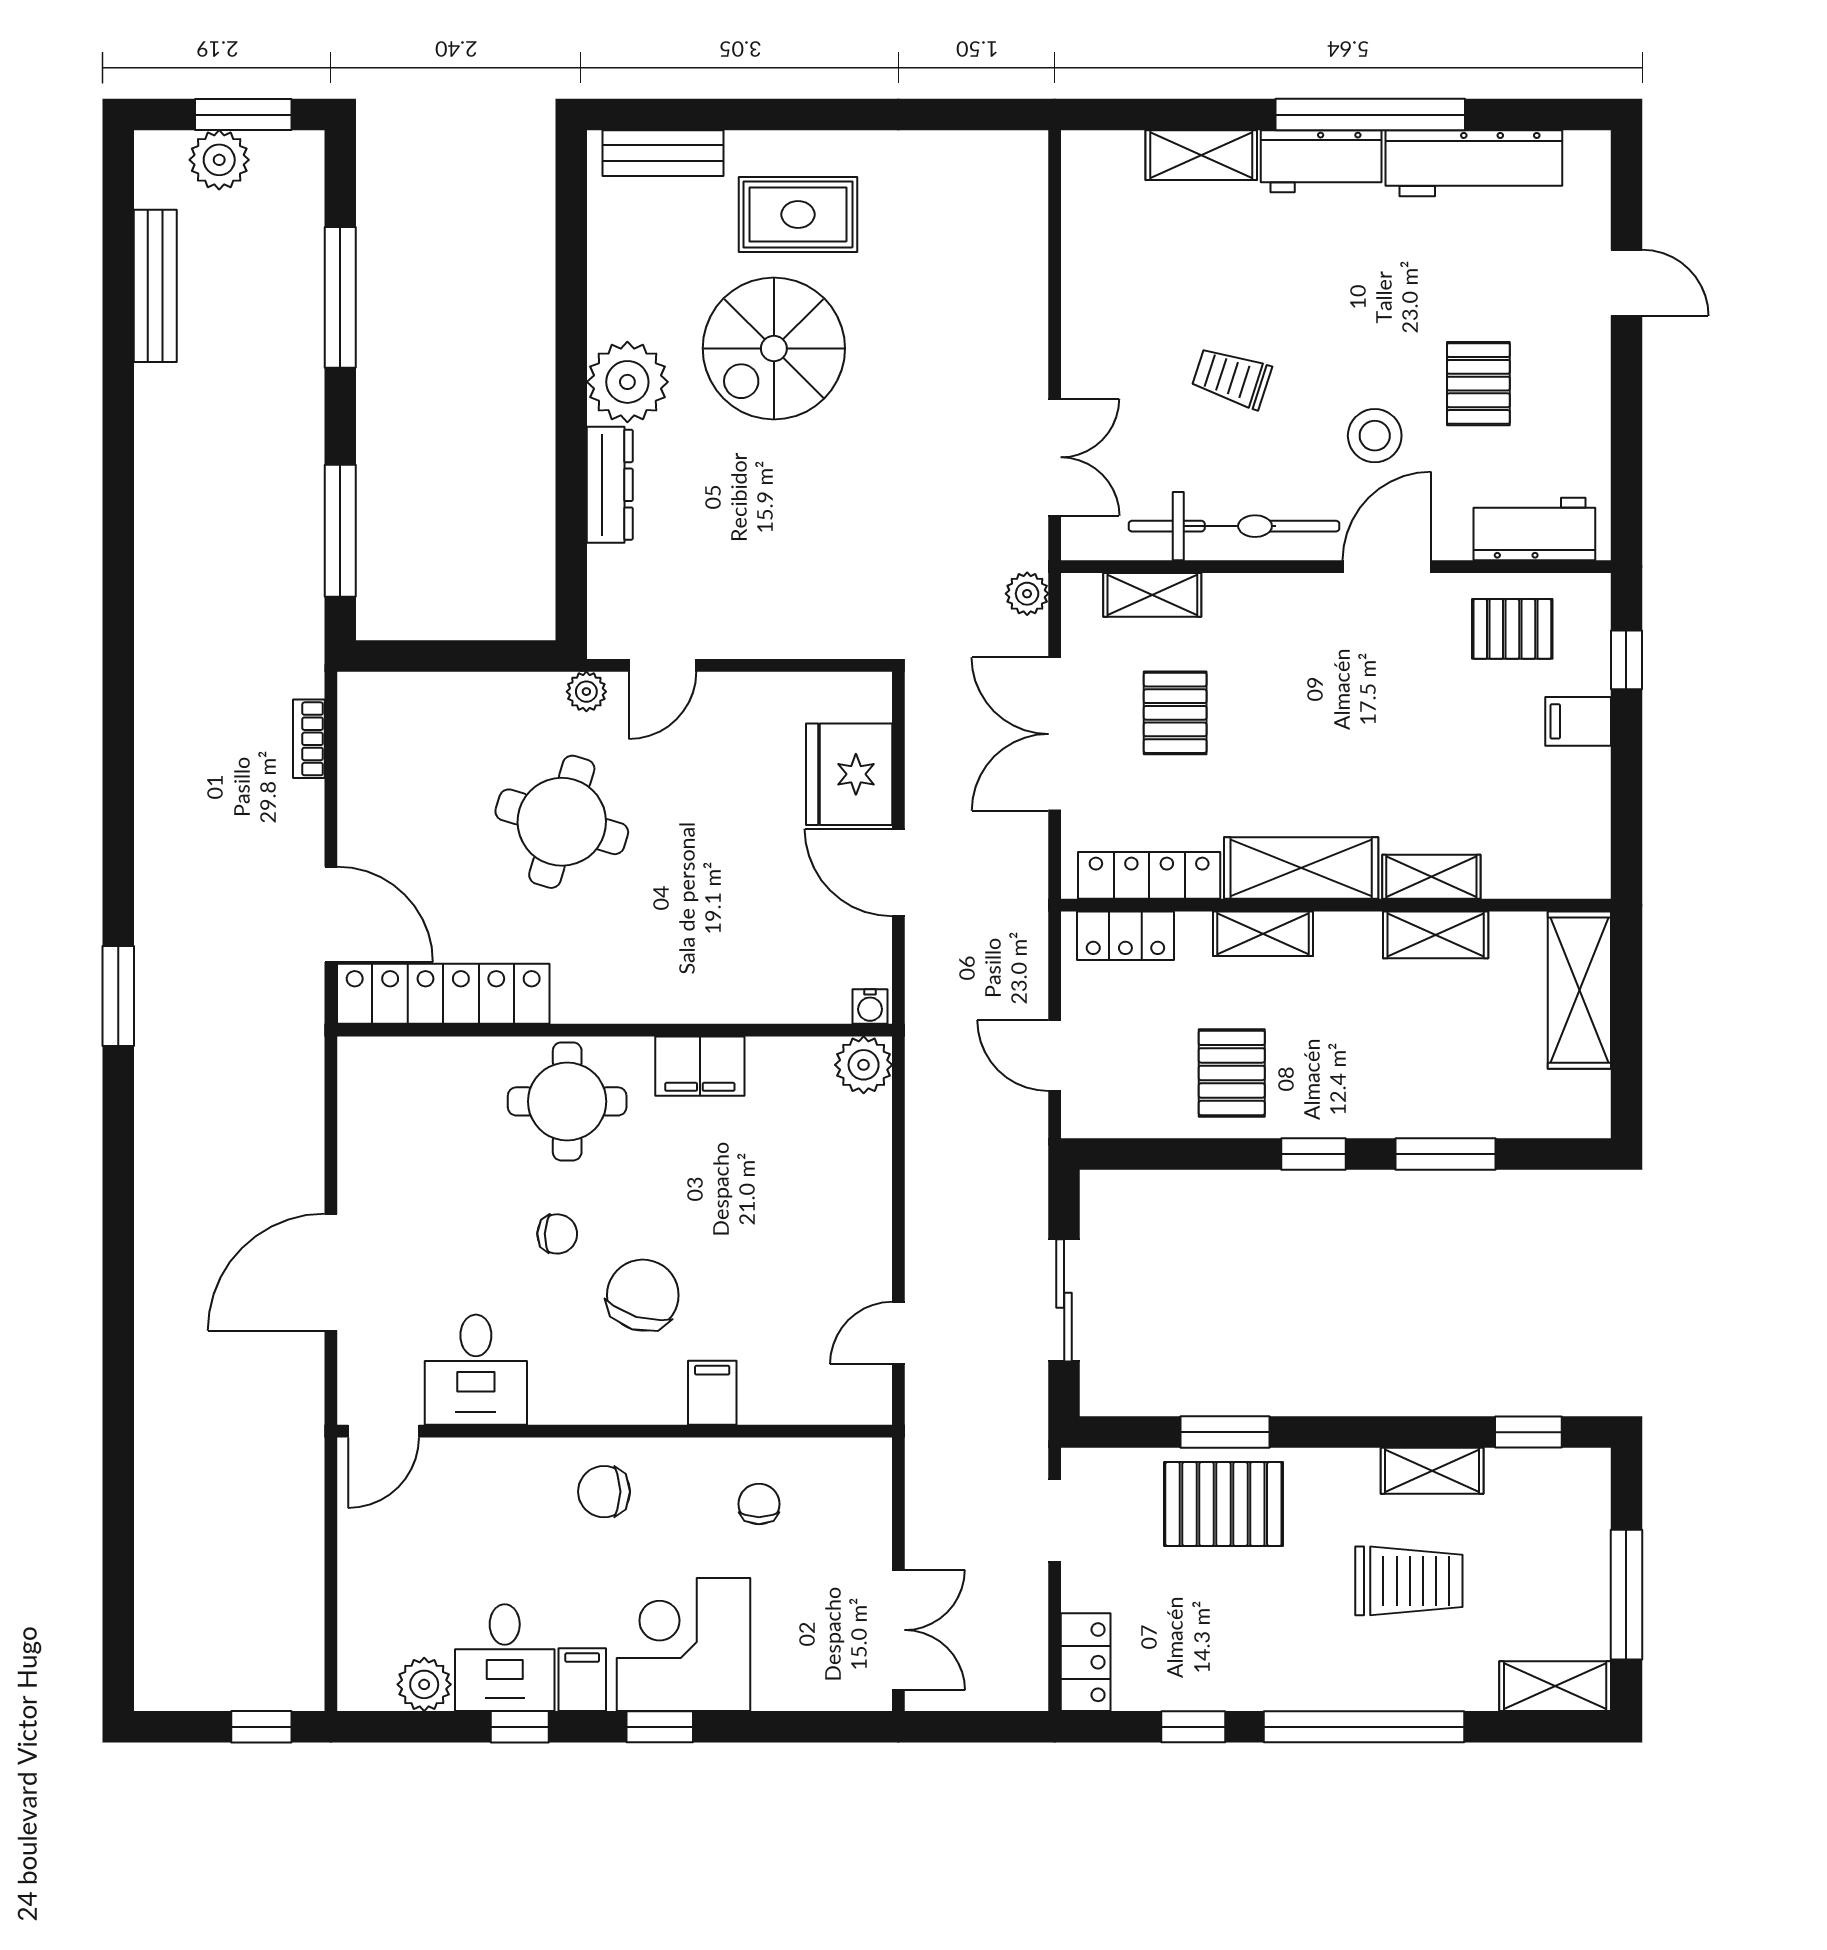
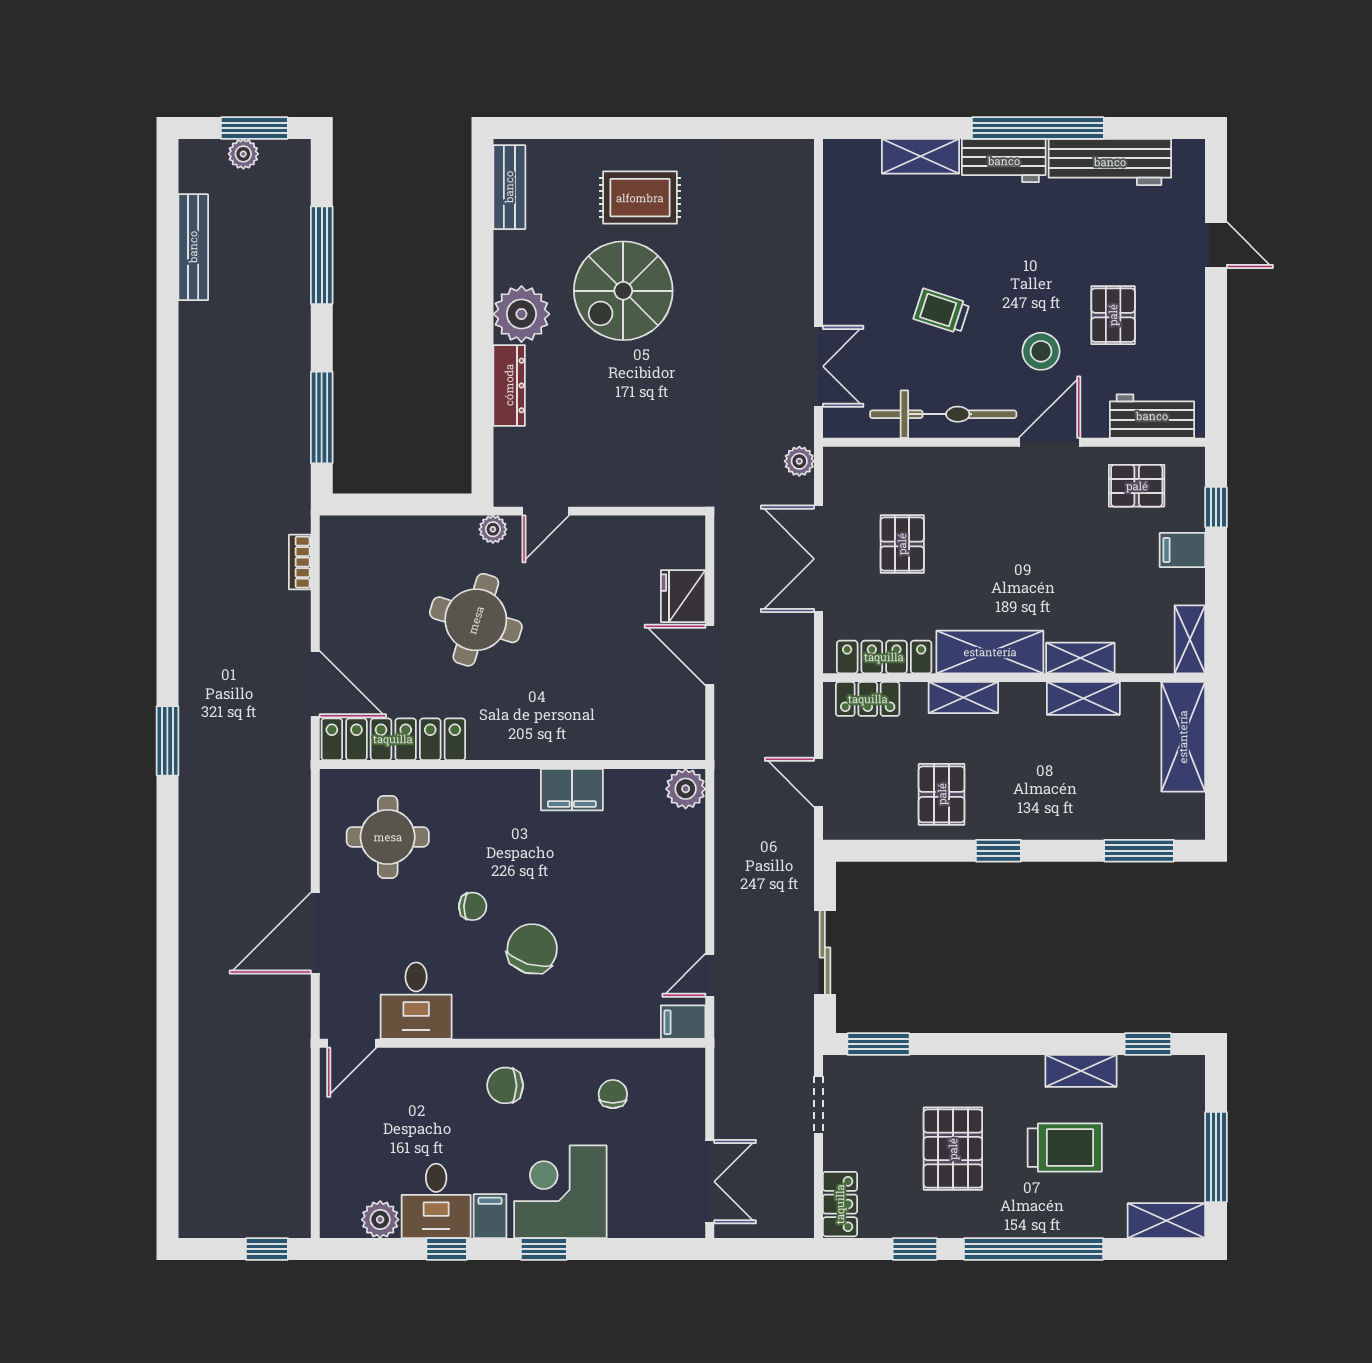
bench: (663, 153) -> (509, 187), moved, turned 90
plant: (219, 160) -> (243, 154), width x0.73, depth x0.73
shelving: (1152, 595) -> (1190, 639), moved, turned 90
fridge: (849, 774) -> (683, 596), width x0.73, depth x0.75
water cooler: (870, 1006) -> (690, 748), removed
round table: (567, 1101) -> (388, 837), moved
window: (1445, 1154) -> (1139, 851), moved
filing cabinet: (712, 1393) -> (683, 1022), moved, turned -90
window: (1225, 1432) -> (878, 1044), moved
pallet: (1223, 1504) -> (953, 1149), moved, turned 90

